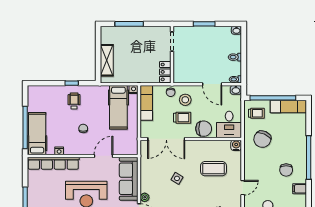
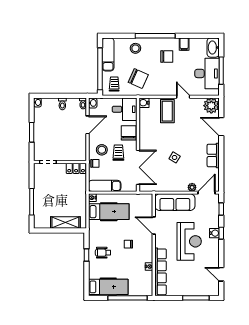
hospital bed: (37, 134) -> (108, 287), moved, turned 180
stool: (295, 136) -> (135, 48), added
coffee table: (214, 169) -> (167, 111), moved

